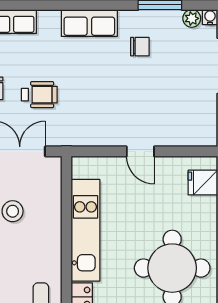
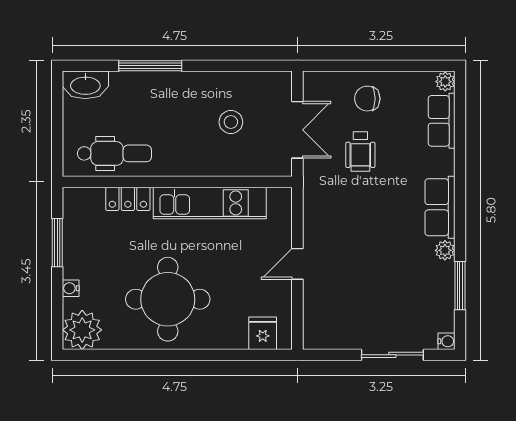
plant: (192, 18) -> (445, 250), moved
chair: (140, 47) -> (414, 263), removed

